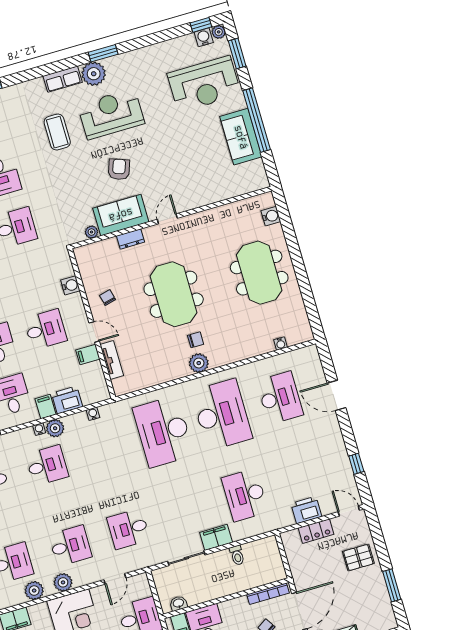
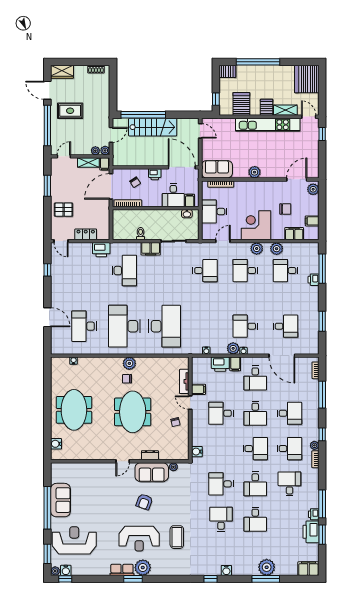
row of seats: (63, 79) -> (122, 570), moved
water cooler: (70, 285) -> (197, 452), moved
printer: (306, 510) -> (101, 250), moved

